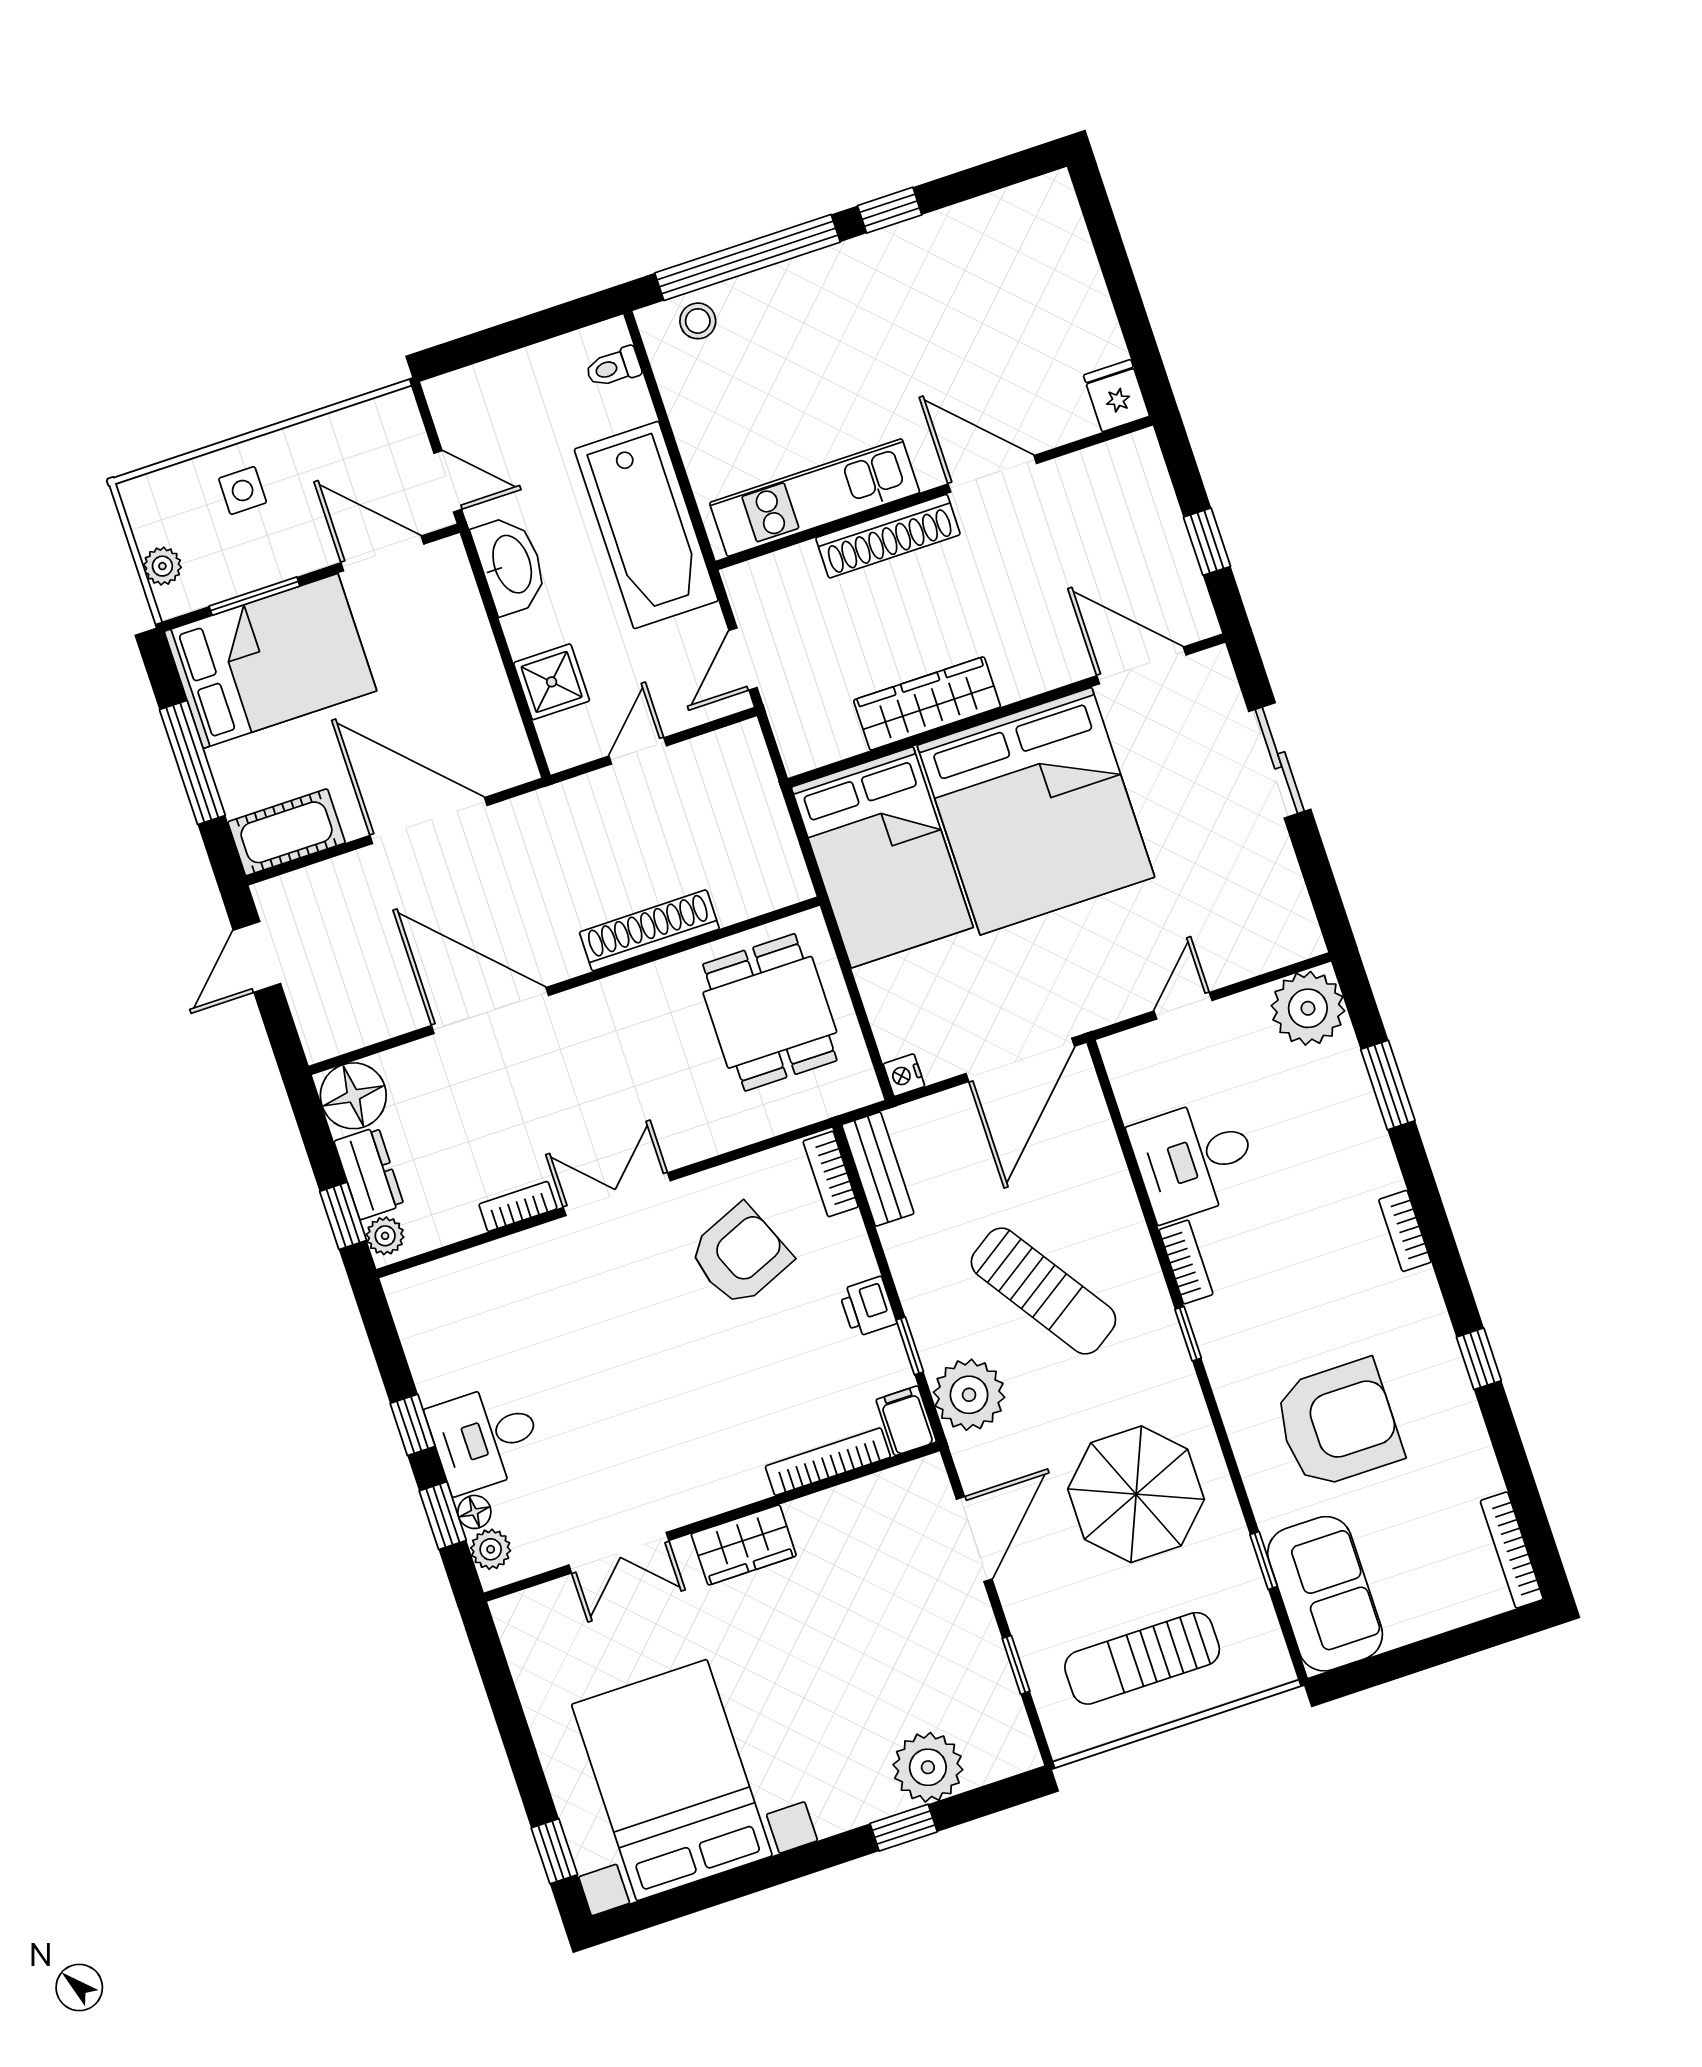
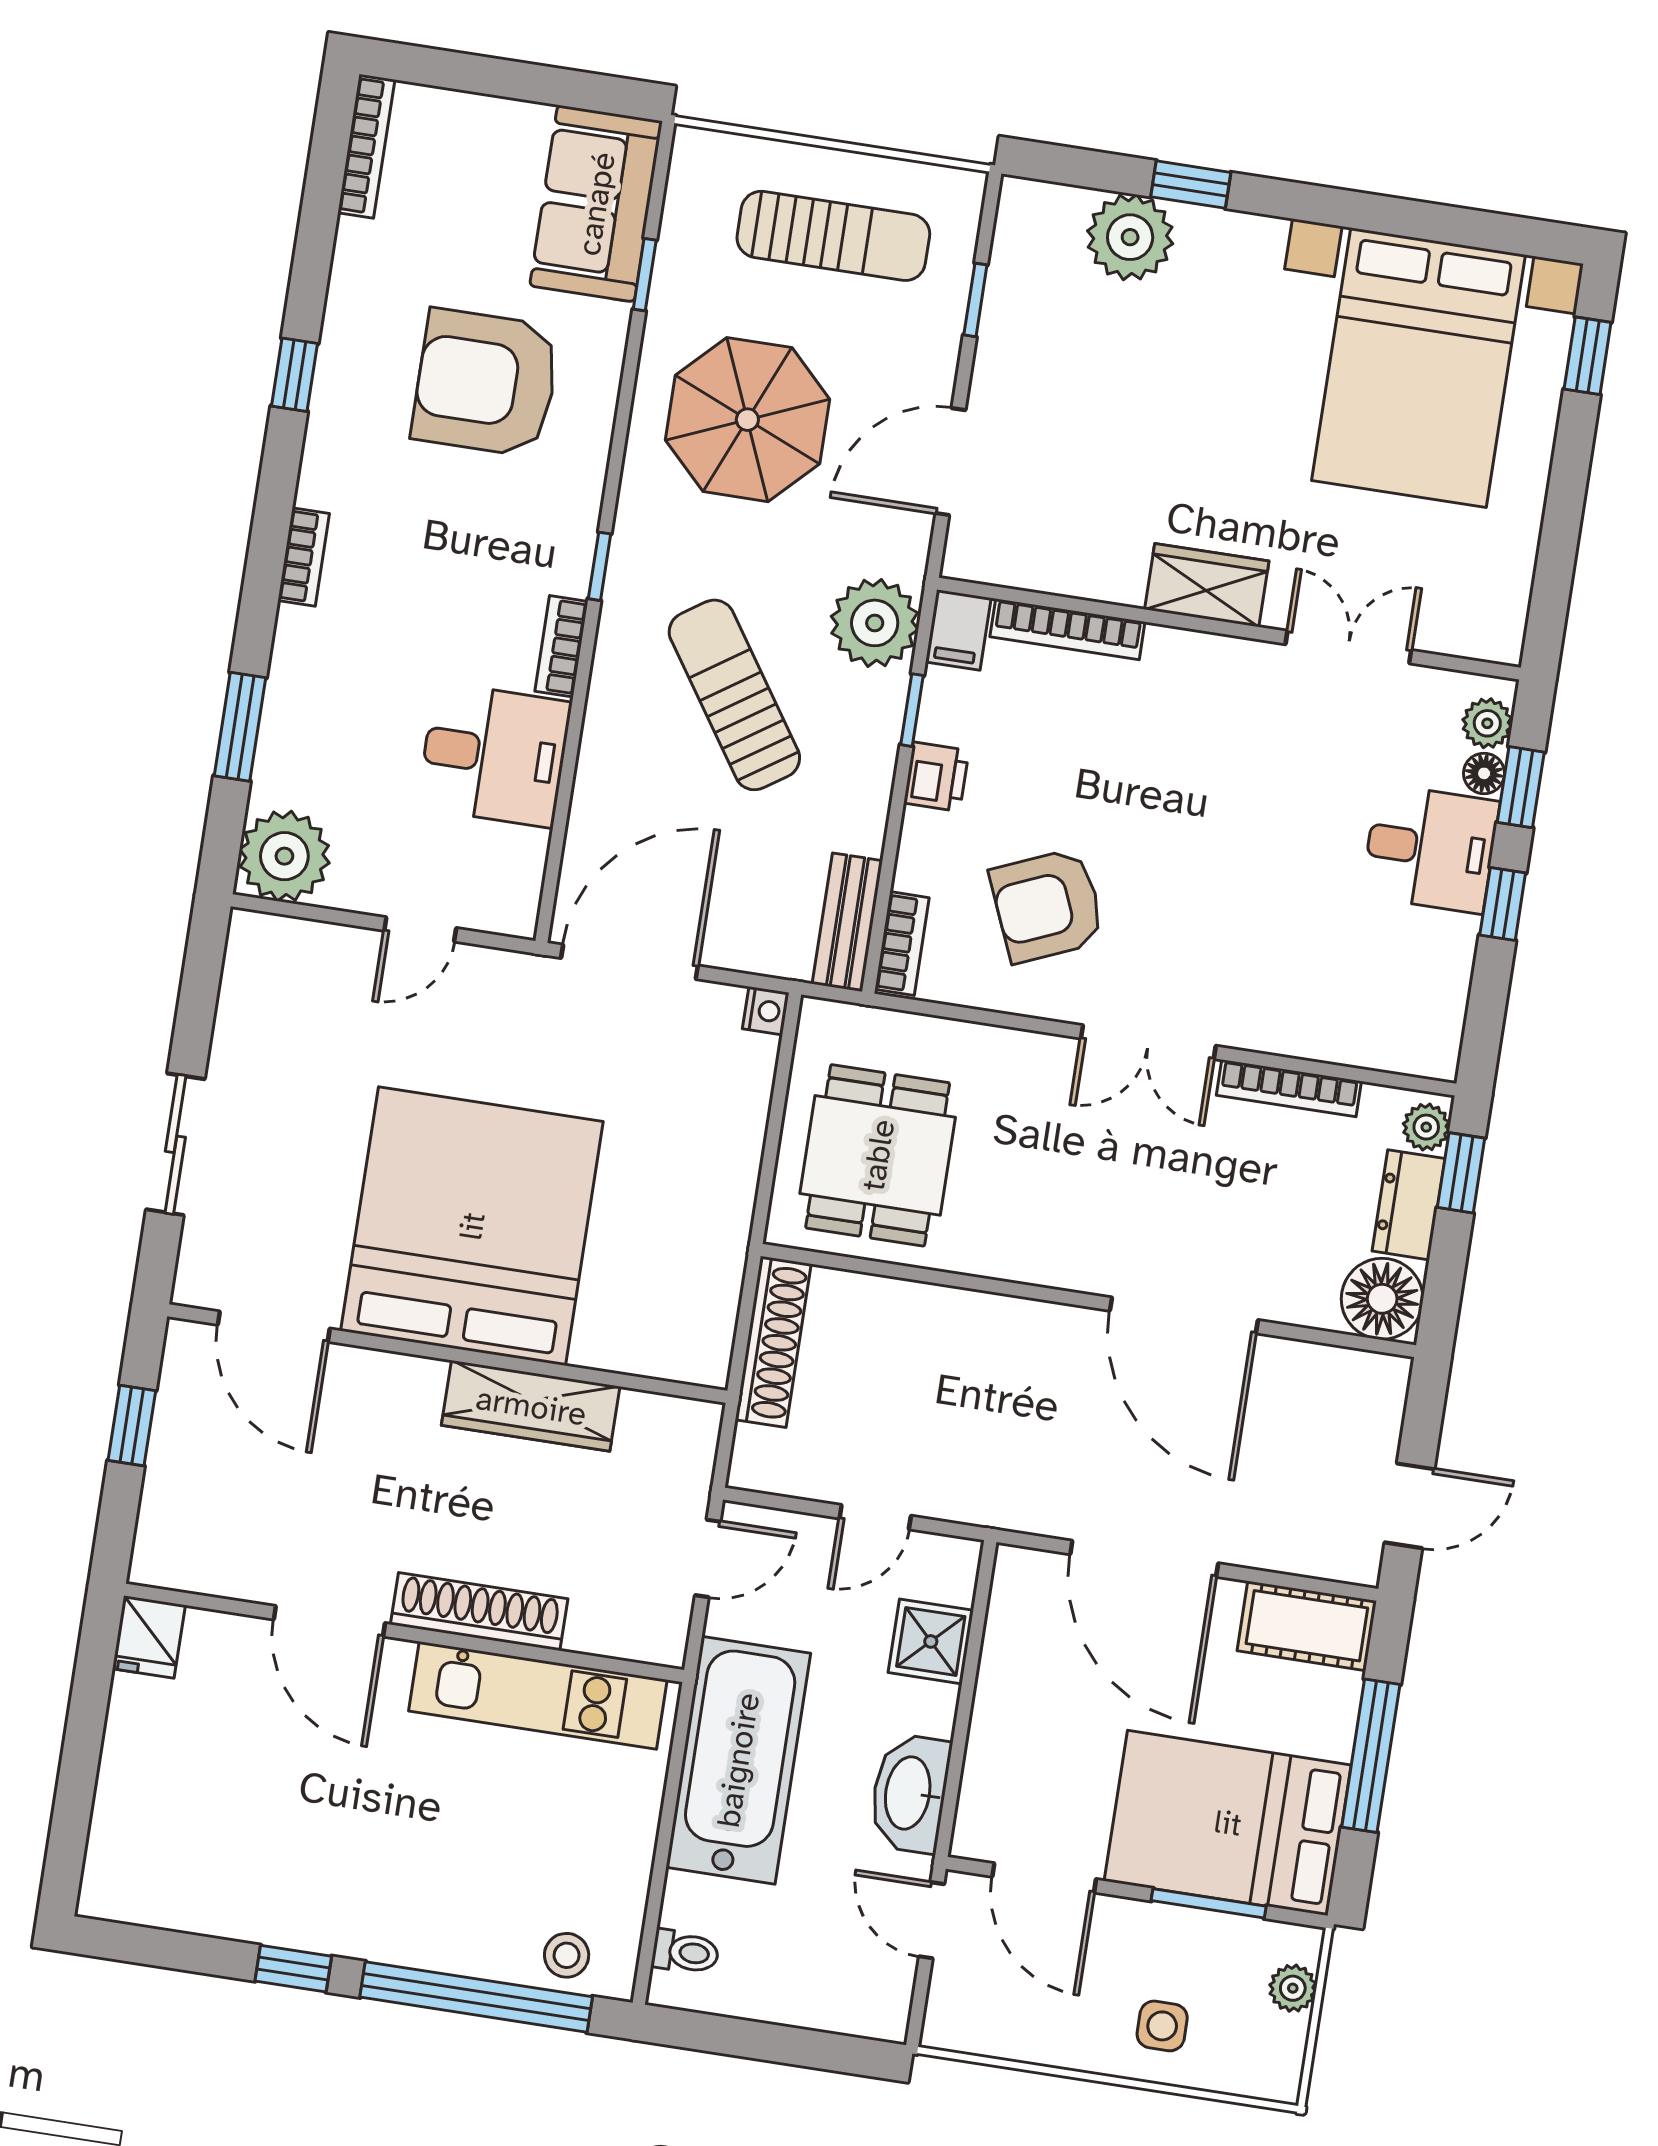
bed: (882, 857) -> (667, 1262), removed
shoe rack: (649, 930) -> (773, 1342), moved, turned -90
bookcase: (518, 1206) -> (1289, 1088), width x1.56

